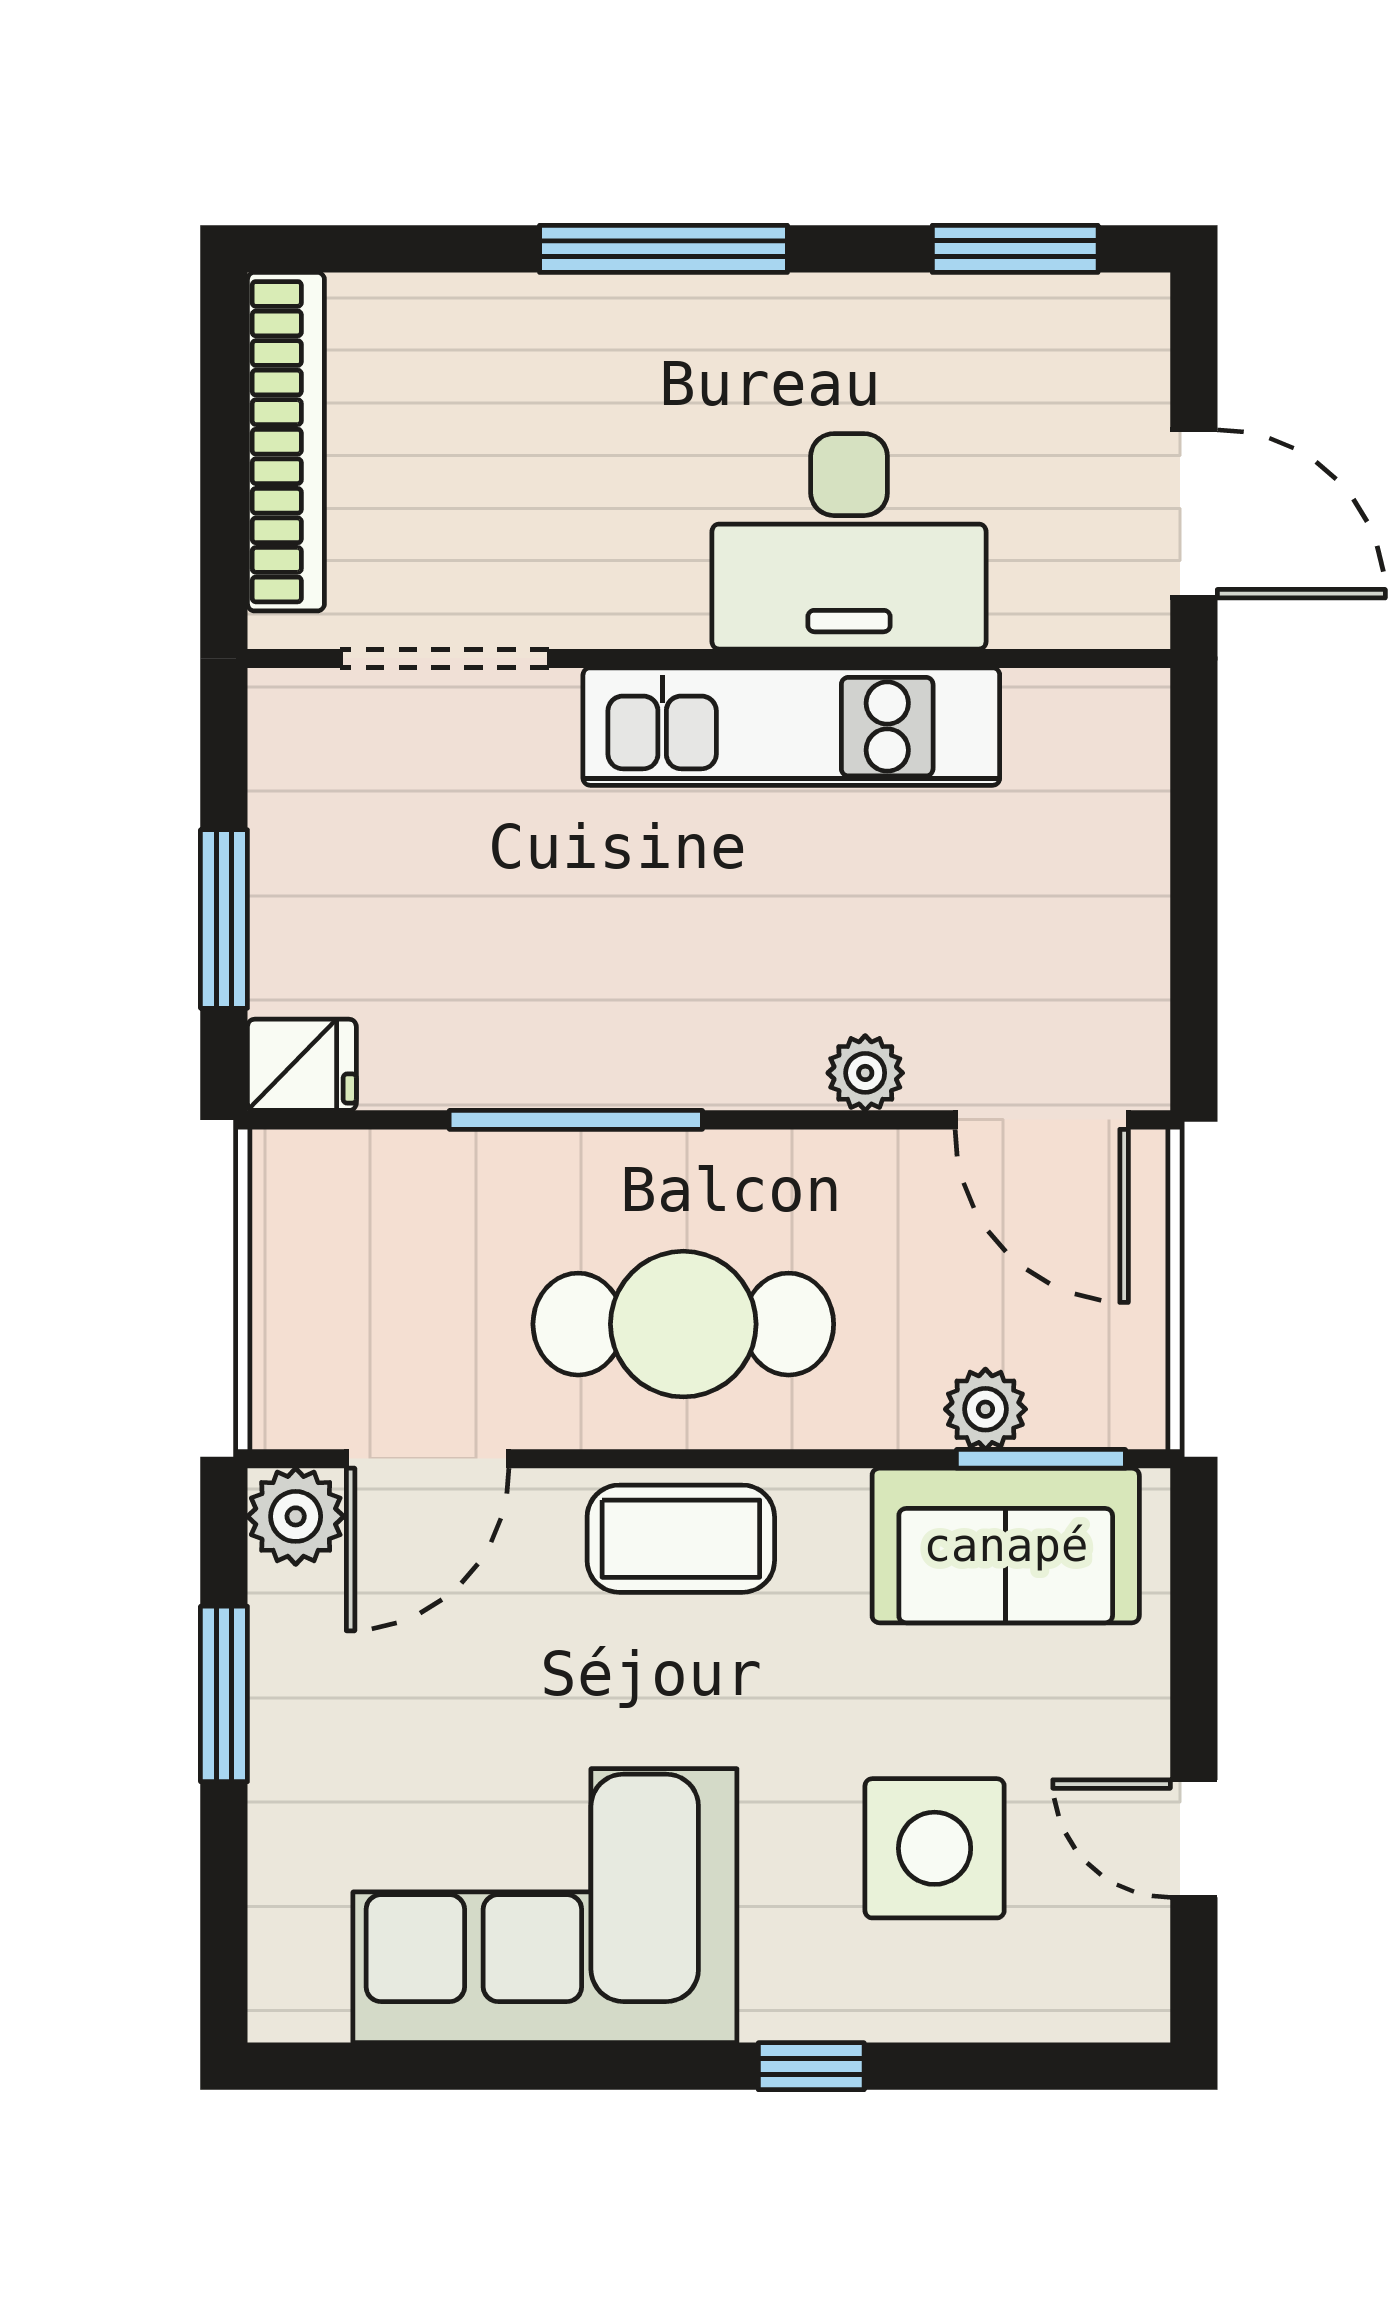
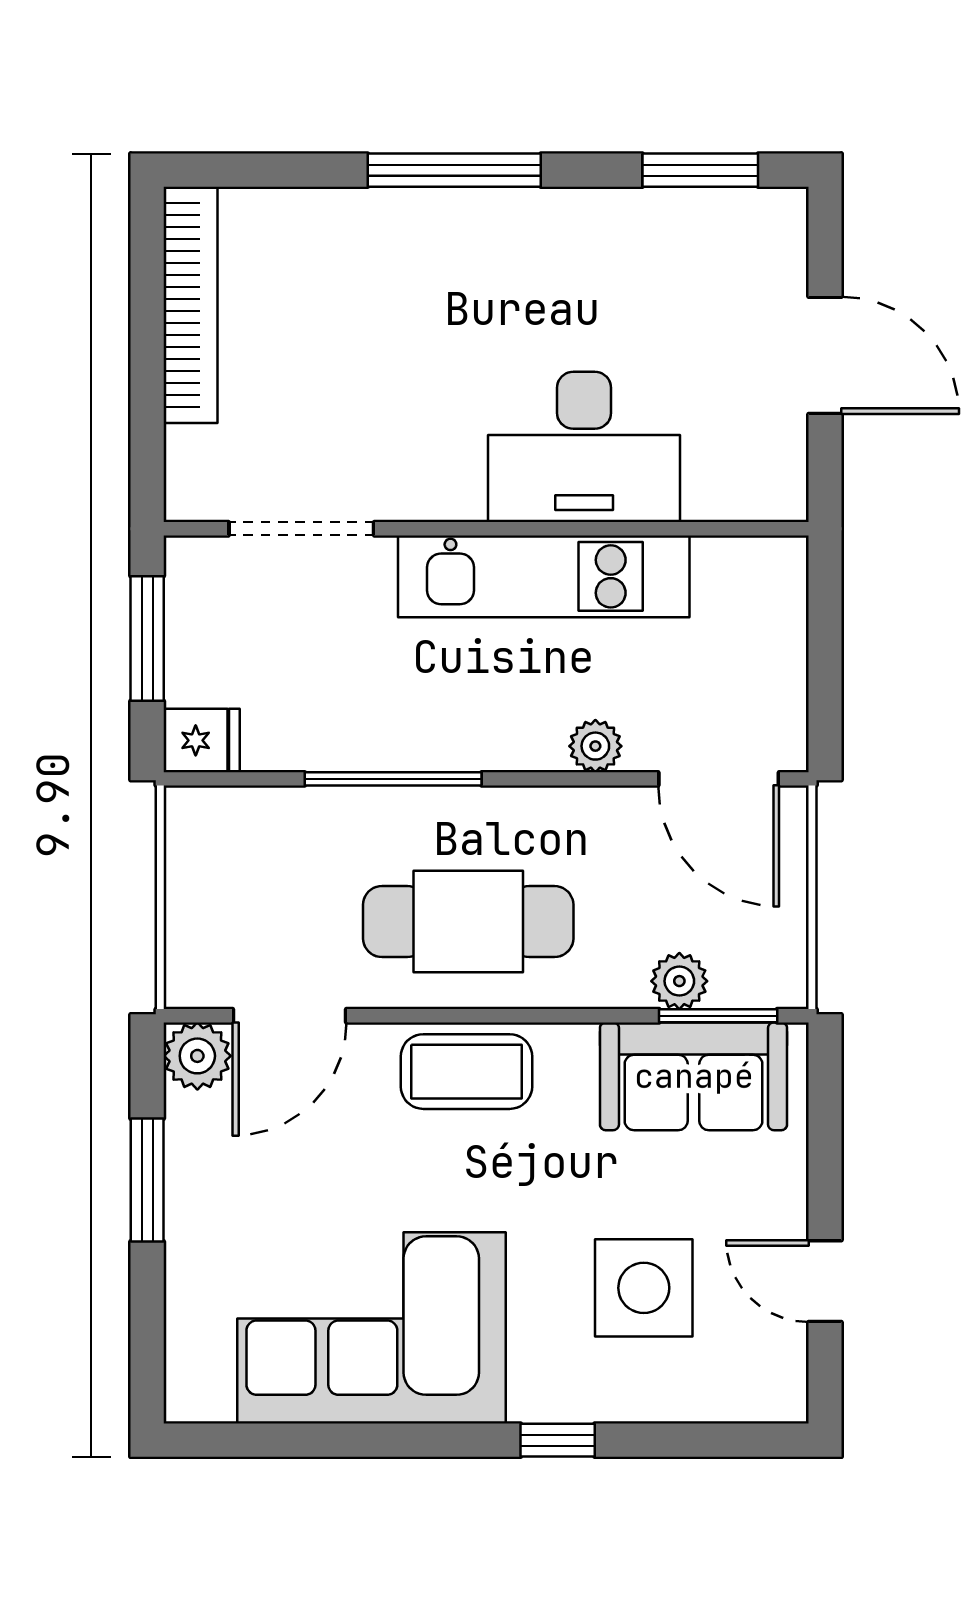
desk: (849, 541) -> (584, 447), moved
doorway: (445, 658) -> (301, 529), moved
wall: (709, 658) -> (486, 529), moved
kitchen unit: (791, 727) -> (544, 576), moved

